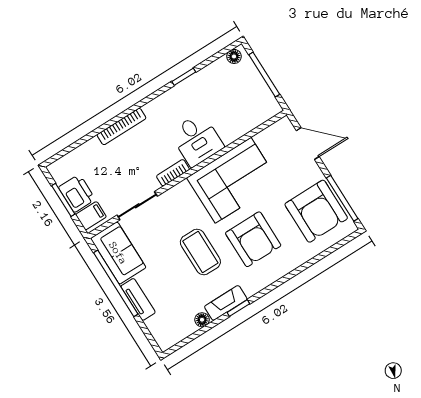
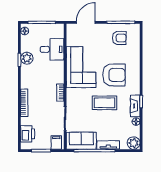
plant: (194, 87) -> (27, 58), added
desk: (197, 140) -> (52, 49), moved
printer: (77, 193) -> (28, 134), moved, turned 90
armchair: (316, 211) -> (119, 38), width x0.53, depth x0.53
plant: (166, 337) -> (134, 143), added

